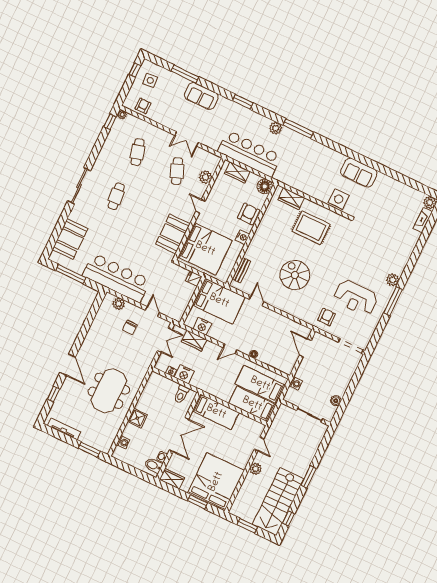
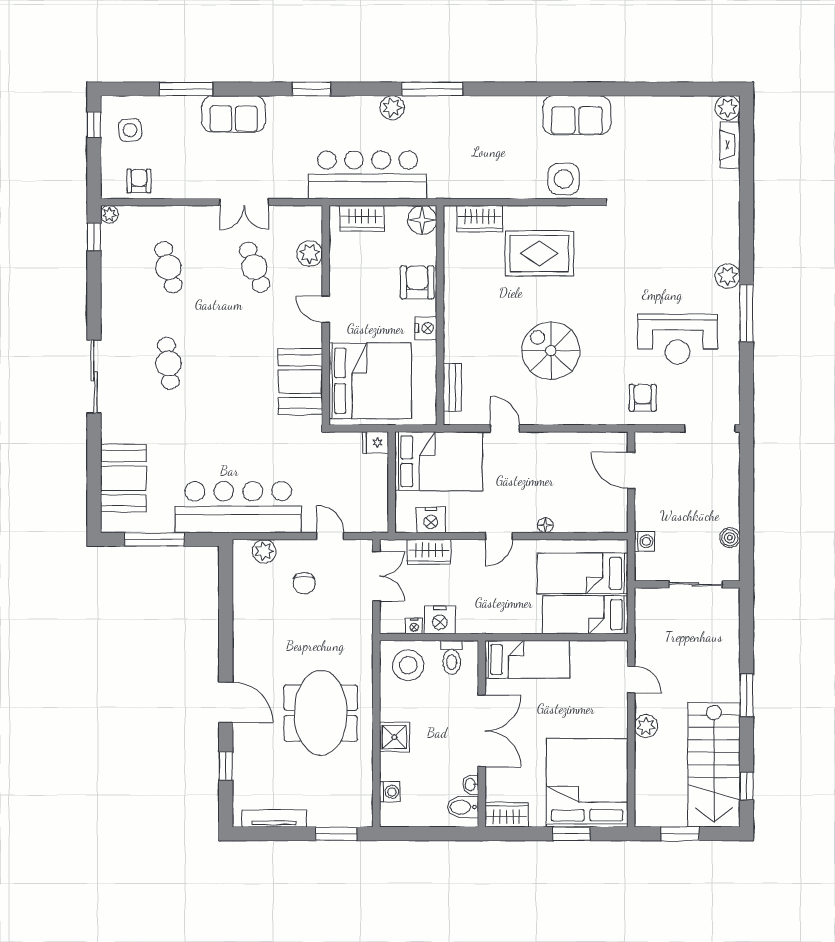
stool: (160, 388) -> (408, 665), added

